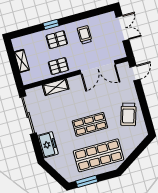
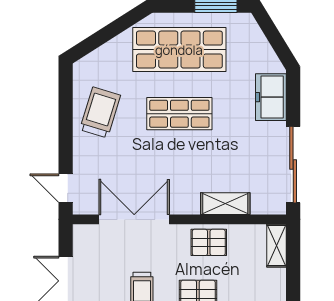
shelving: (22, 61) -> (277, 246), moved
door: (135, 73) -> (66, 188), hinge flipped

